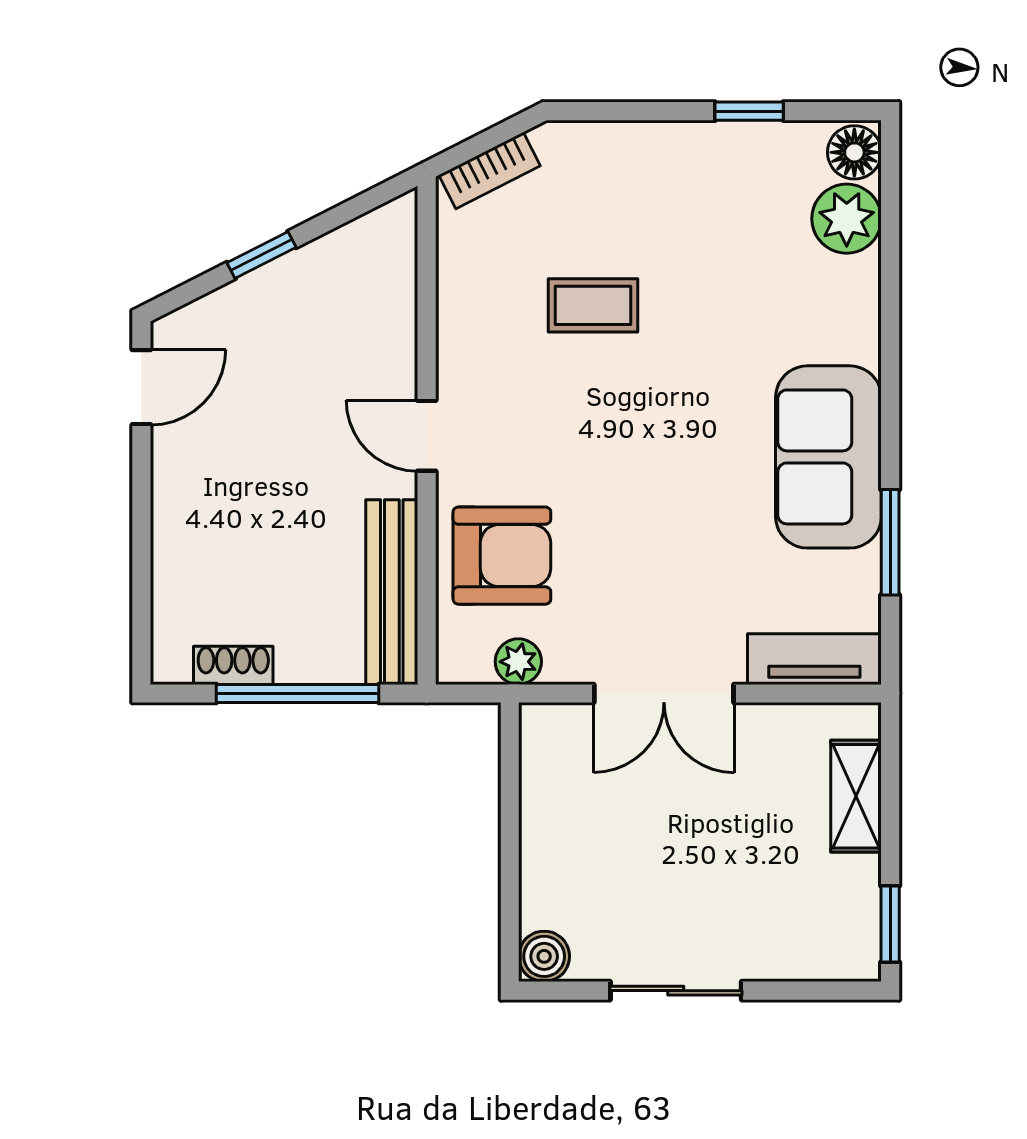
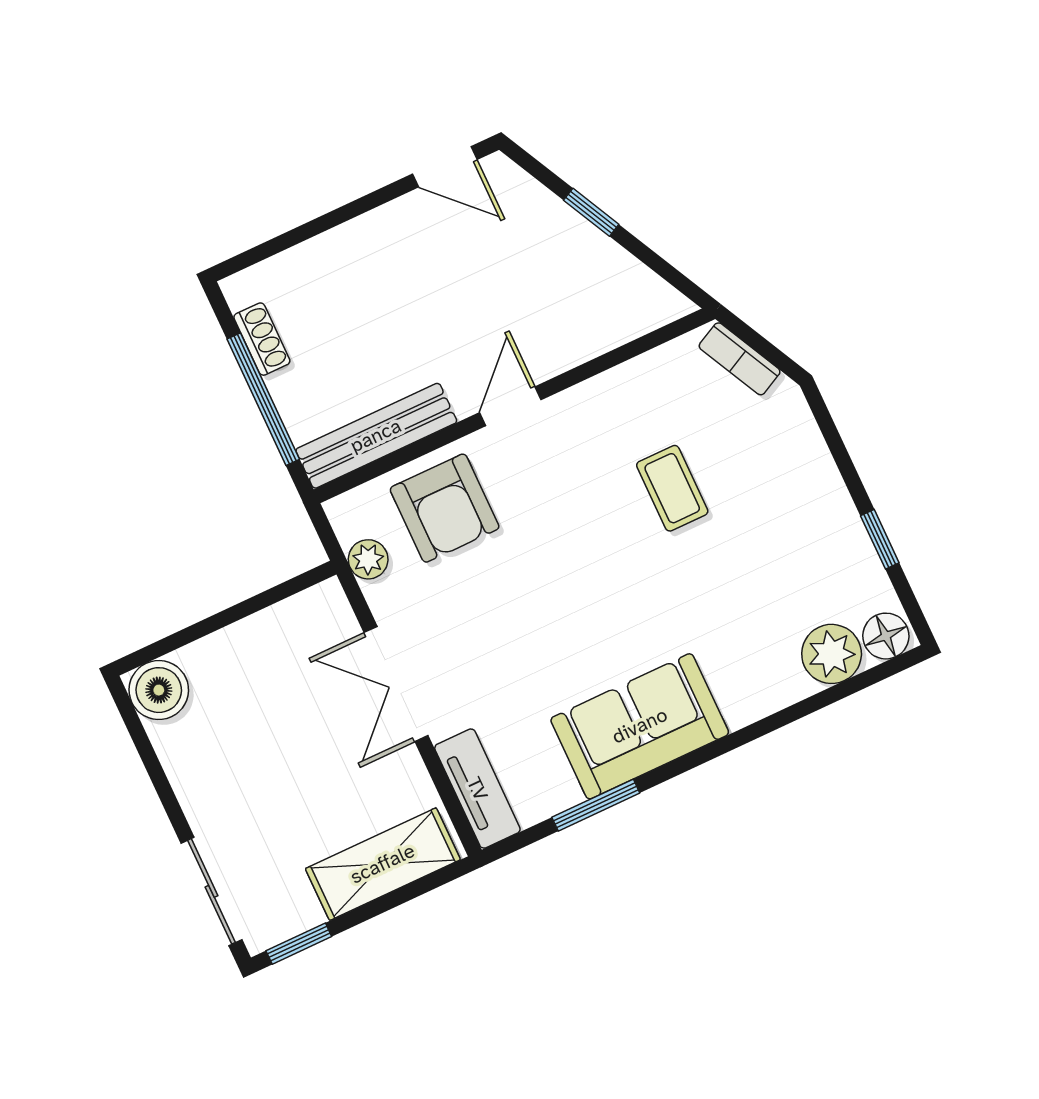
shelving: (856, 796) -> (383, 864), width x1.50, depth x1.33
boiler: (544, 956) -> (159, 690), width x1.36, depth x1.36
sliding door: (676, 991) -> (211, 891), moved

